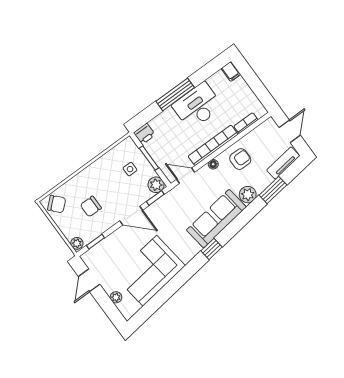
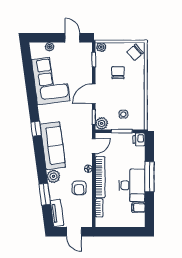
filing cabinet: (231, 71) -> (138, 208), moved

